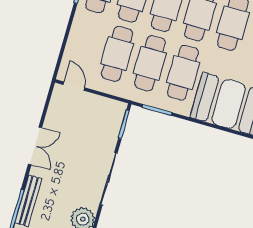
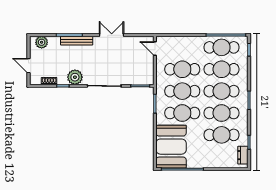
door: (74, 86) -> (155, 48), swing flipped
double door: (35, 146) -> (112, 35), swing flipped

